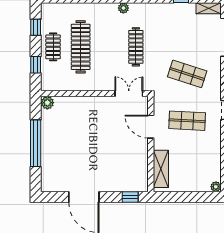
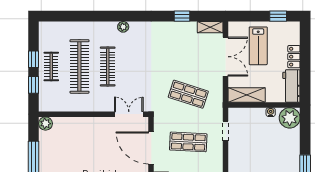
window: (36, 27) -> (33, 59), moved
clothes rail: (136, 47) -> (108, 66), moved
door: (151, 127) -> (151, 148), width x1.36

